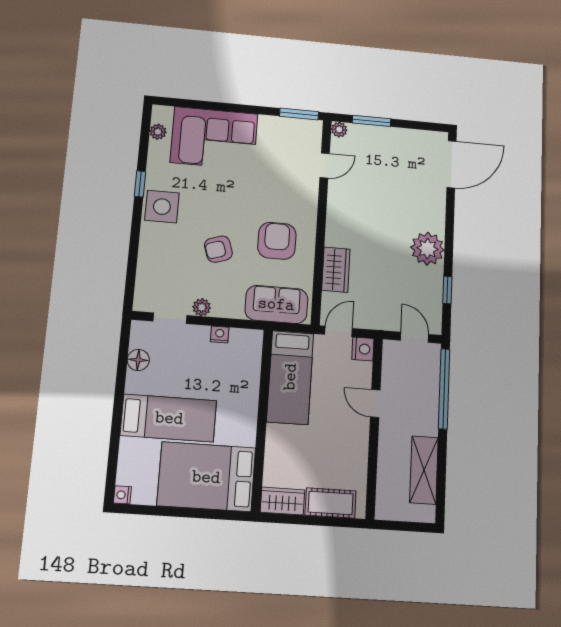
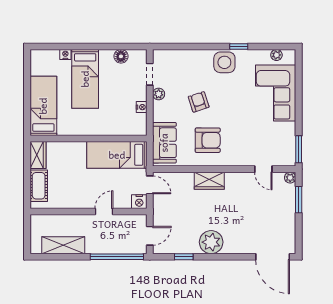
wardrobe: (336, 270) -> (209, 181), moved
bed: (206, 477) -> (43, 106), width x0.67
nightstand: (122, 495) -> (65, 54), moved

